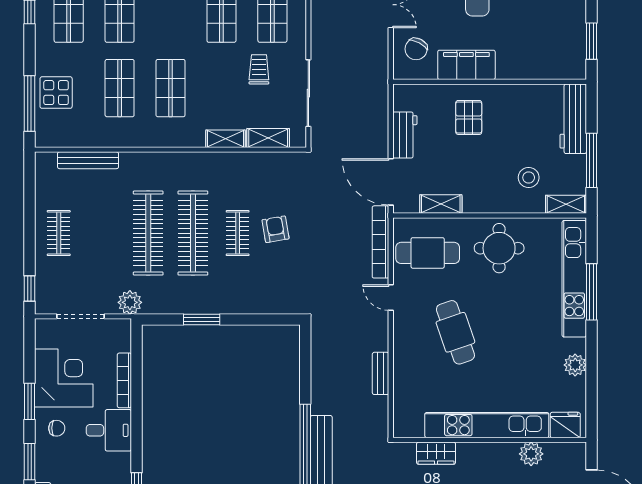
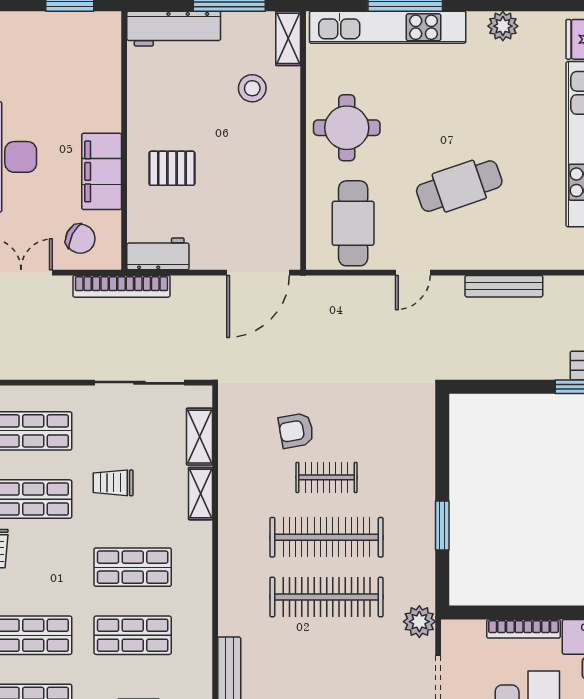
trolley: (259, 69) -> (113, 483), moved
workbench: (405, 135) -> (158, 254), moved
shelving: (441, 204) -> (288, 206), removed
armchair: (276, 229) -> (296, 430), moved
bookcase: (380, 242) -> (121, 286), moved
bench: (381, 373) -> (504, 286), width x1.36

